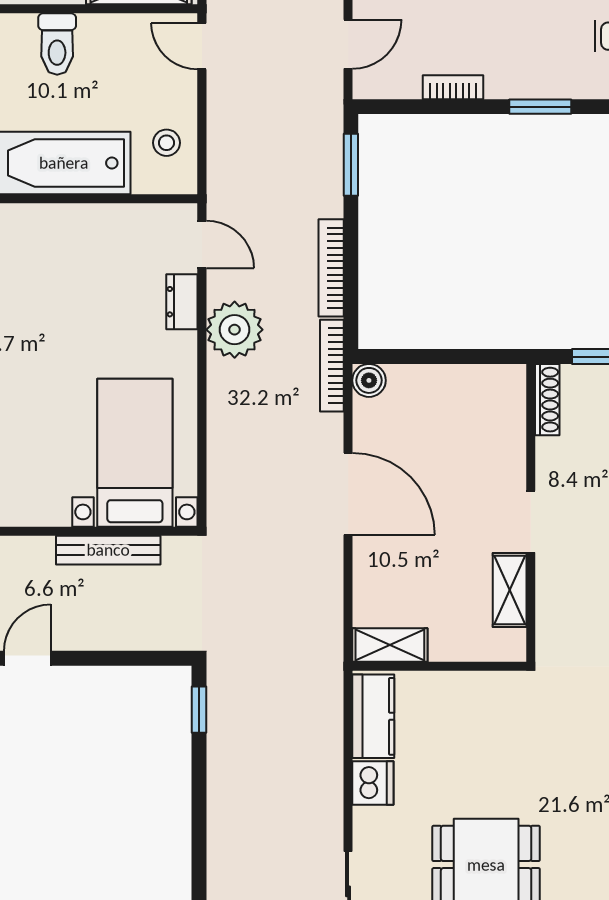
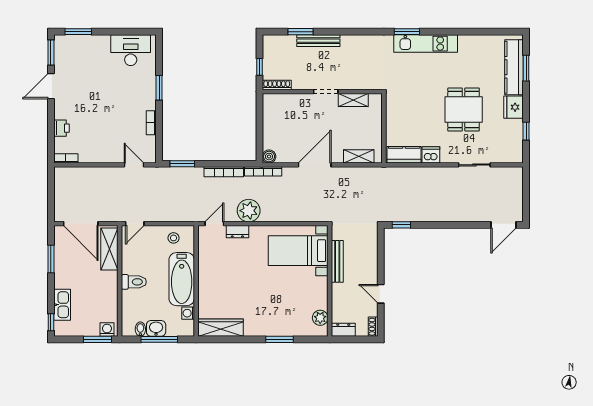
shelving: (390, 645) -> (359, 156), moved, turned 90

